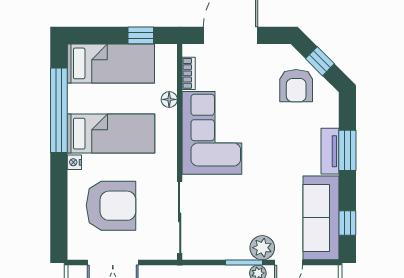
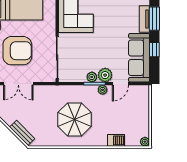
window: (347, 223) -> (154, 50), moved
plant: (239, 251) -> (92, 77), added

